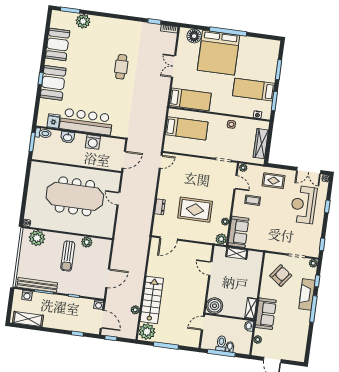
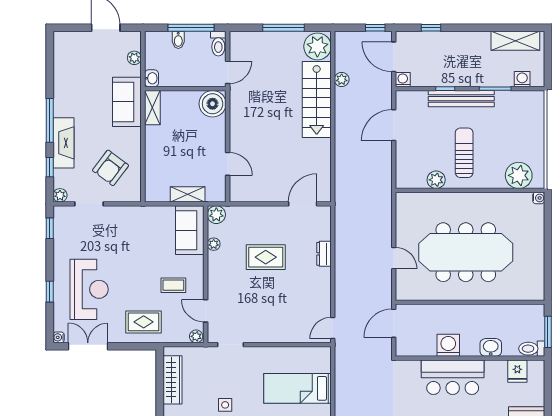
bar counter: (86, 122) -> (453, 377), width x0.73
rug: (195, 210) -> (266, 257), width x0.73, depth x0.70
bench: (37, 285) -> (461, 99), moved
toilet: (221, 343) -> (218, 44), moved

